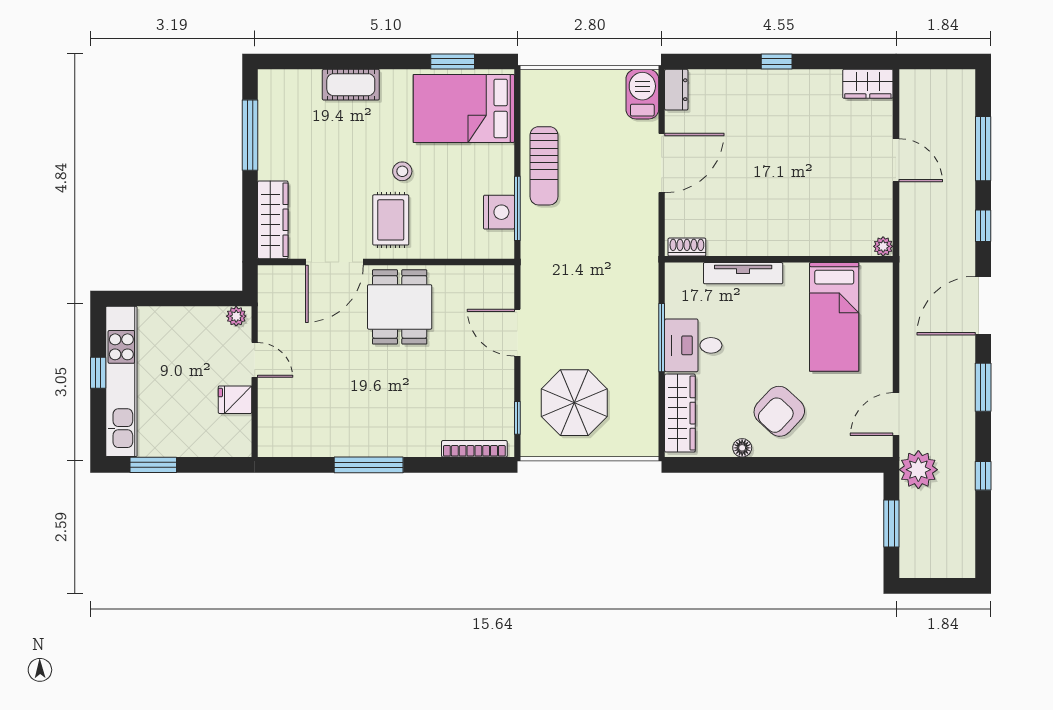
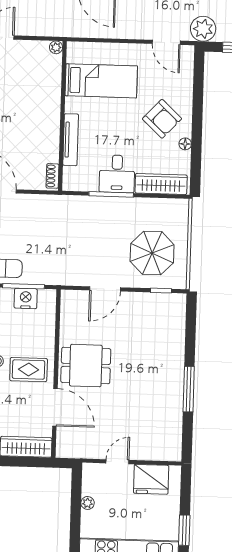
plant: (236, 316) -> (88, 503), moved
fridge: (235, 400) -> (151, 479), width x1.88, depth x1.34
bookcase: (474, 449) -> (180, 319), removed

